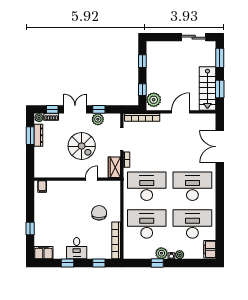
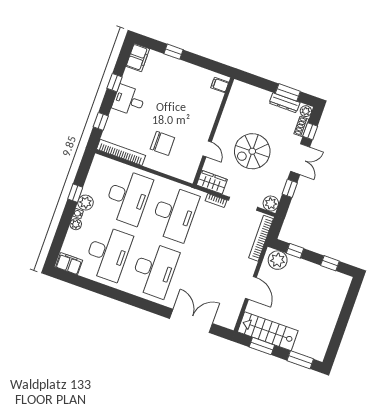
sliding door: (194, 37) -> (337, 337), removed
plant: (98, 119) -> (271, 203), moved

